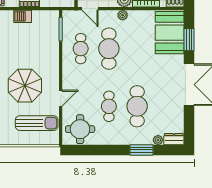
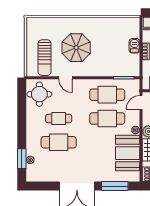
booth: (170, 33) -> (128, 153), moved, turned 90
window: (189, 40) -> (115, 186), width x1.44
cafe table: (81, 49) -> (107, 95), width x1.37, depth x1.35
dresser: (174, 139) -> (31, 173), removed
window: (141, 150) -> (22, 159), moved

